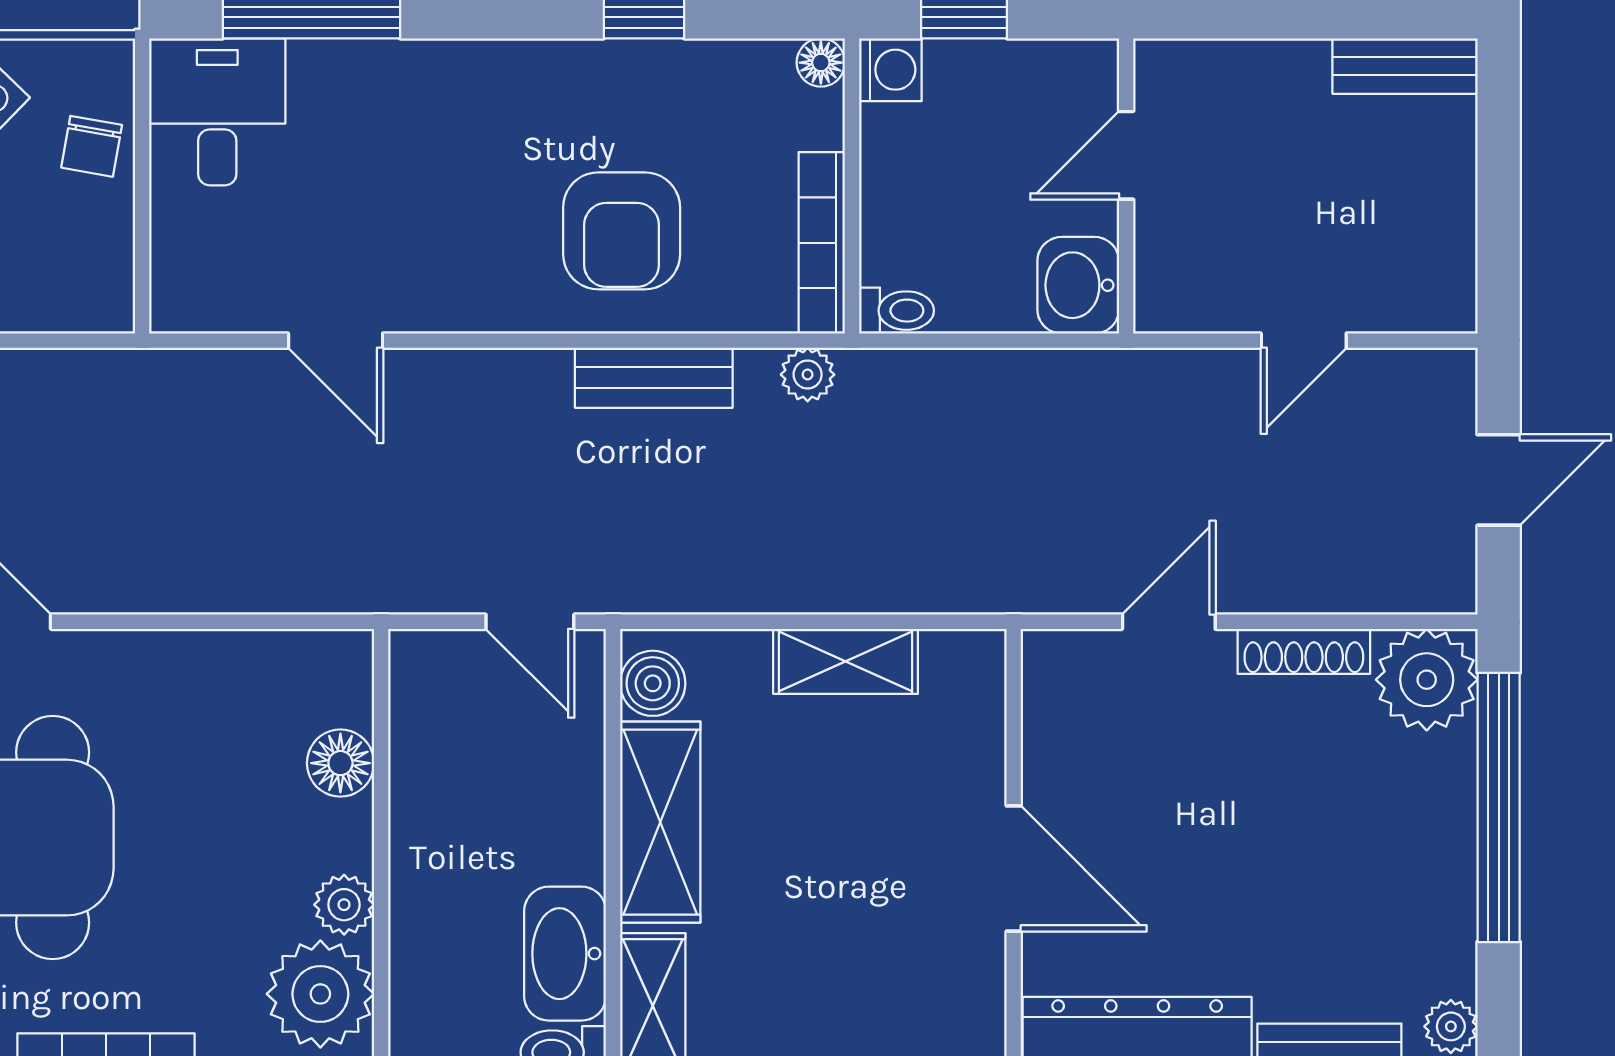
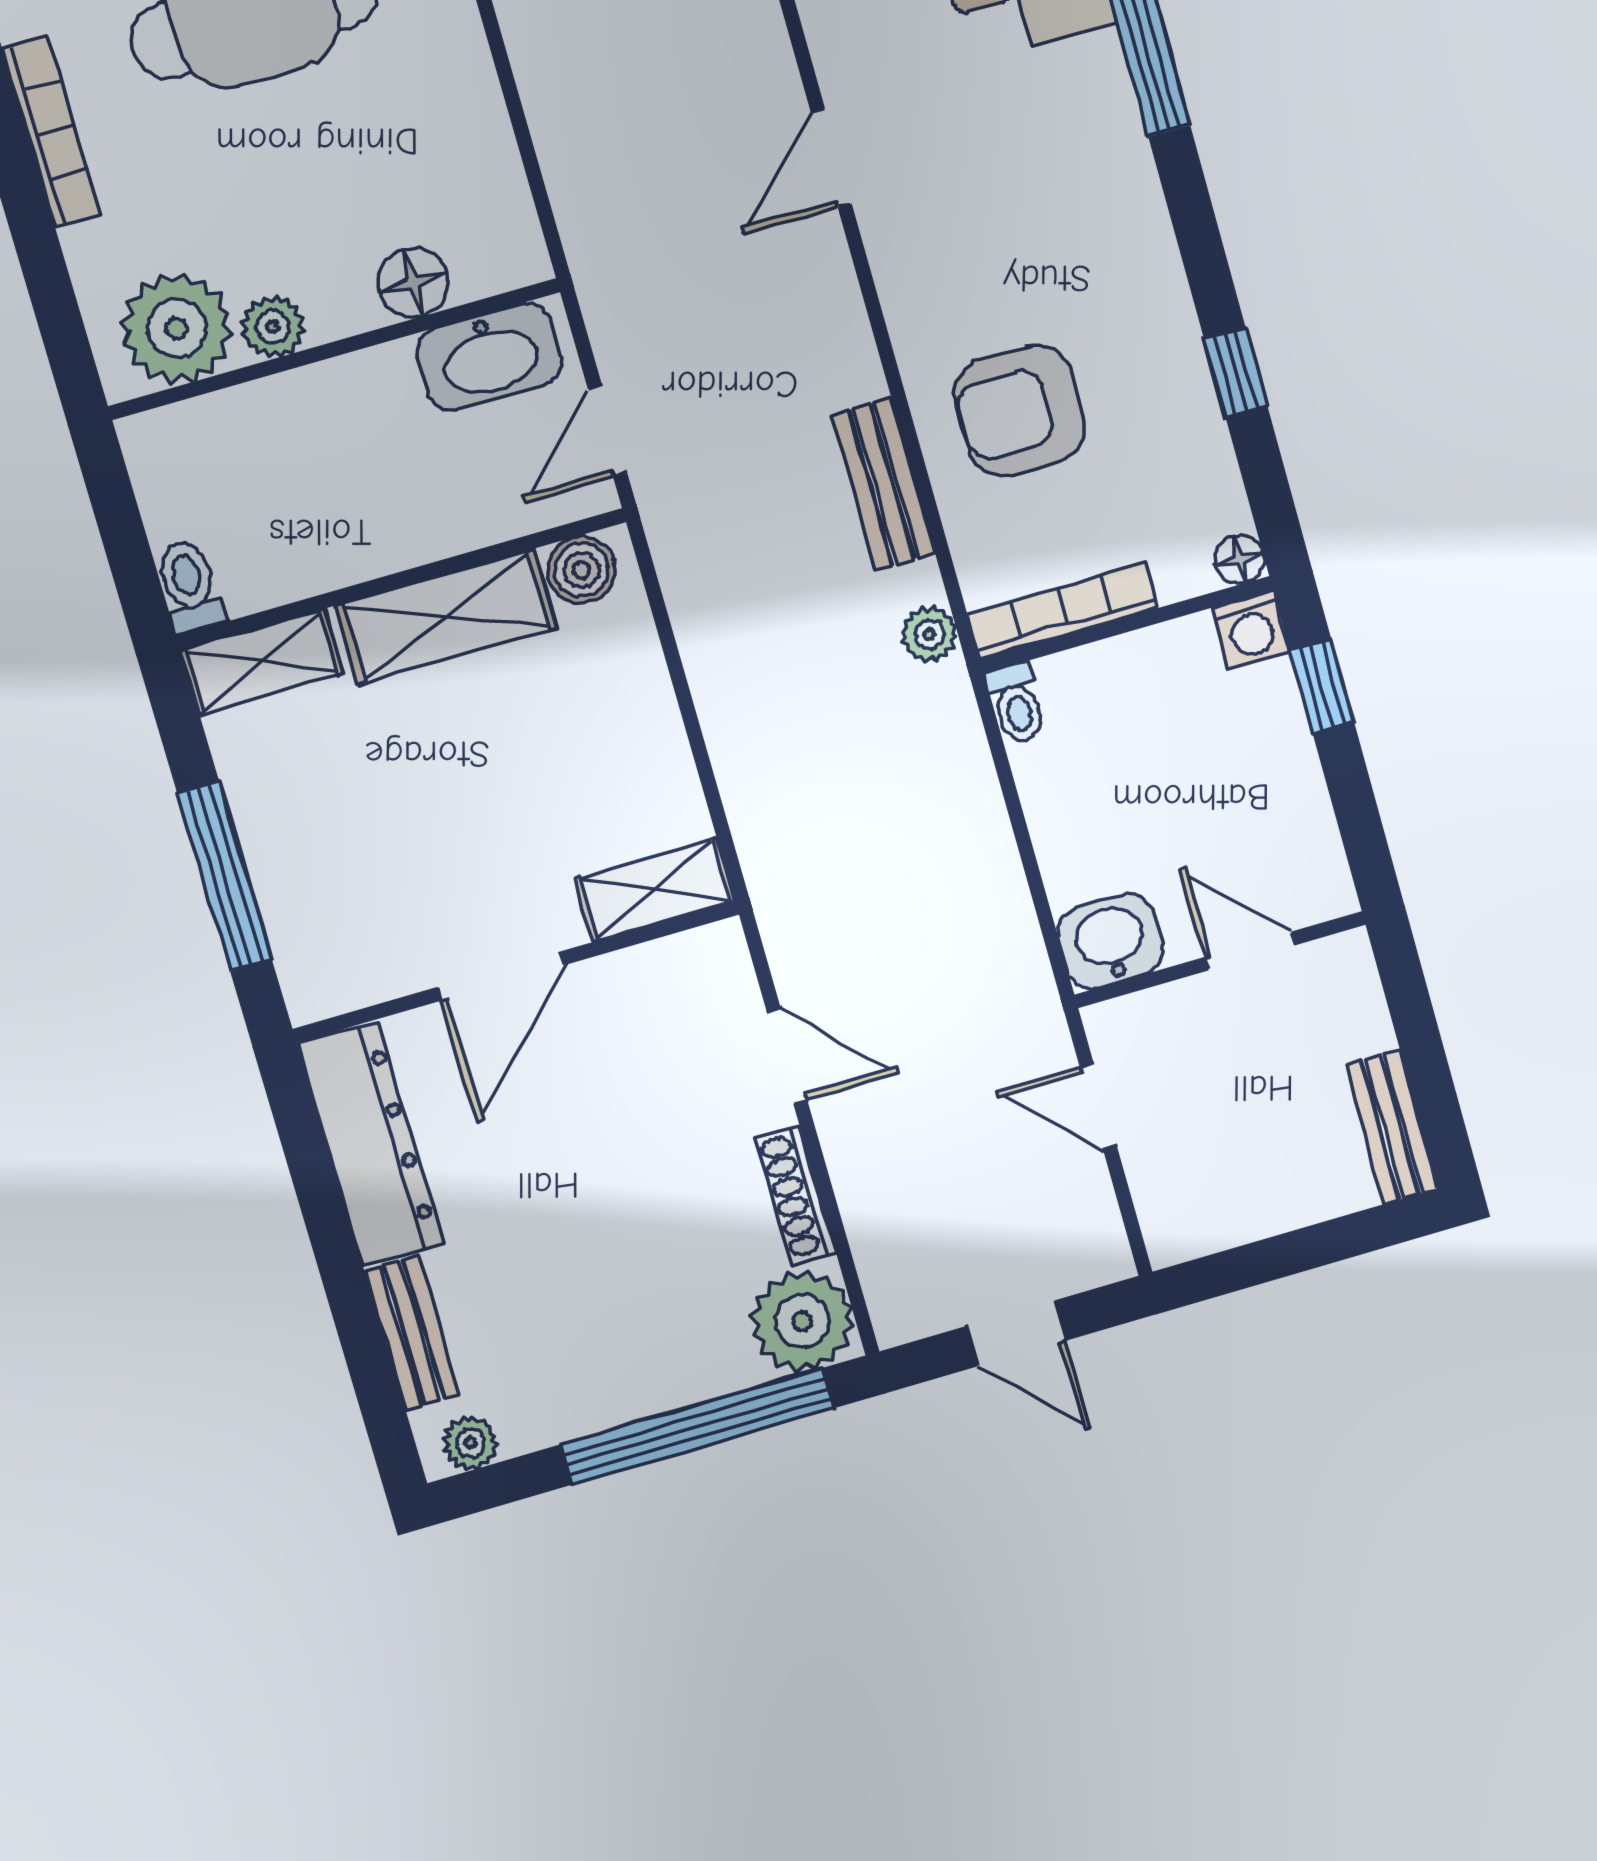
door: (1126, 155) -> (1250, 951), moved
wall: (1126, 186) -> (1220, 960), moved
washbasin: (1078, 285) -> (1110, 941), moved
shelving: (845, 661) -> (655, 890), moved, turned 90
washbasin: (565, 954) -> (489, 356), moved, turned 180

